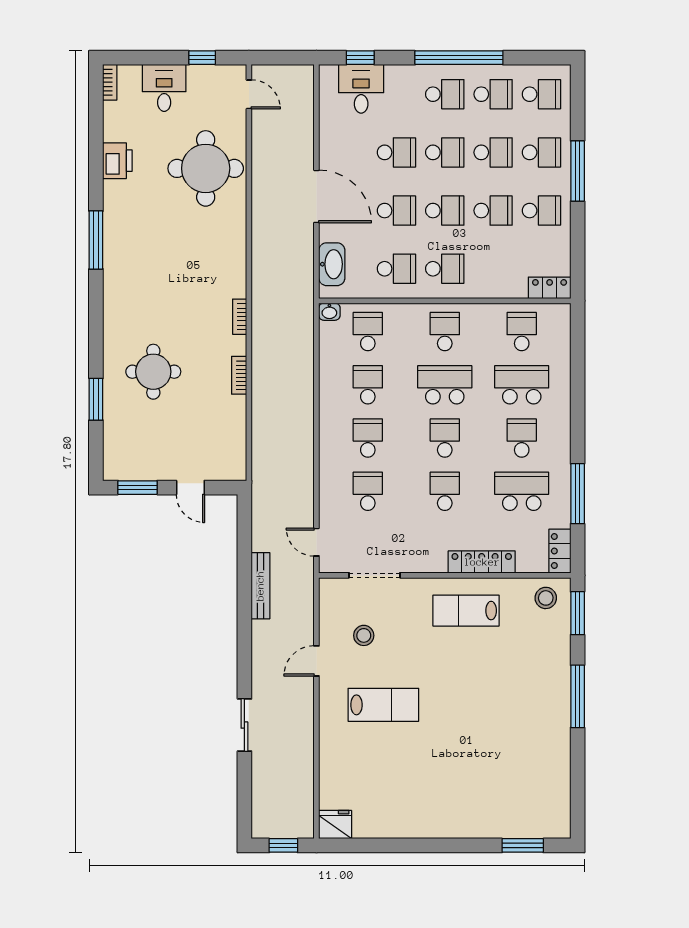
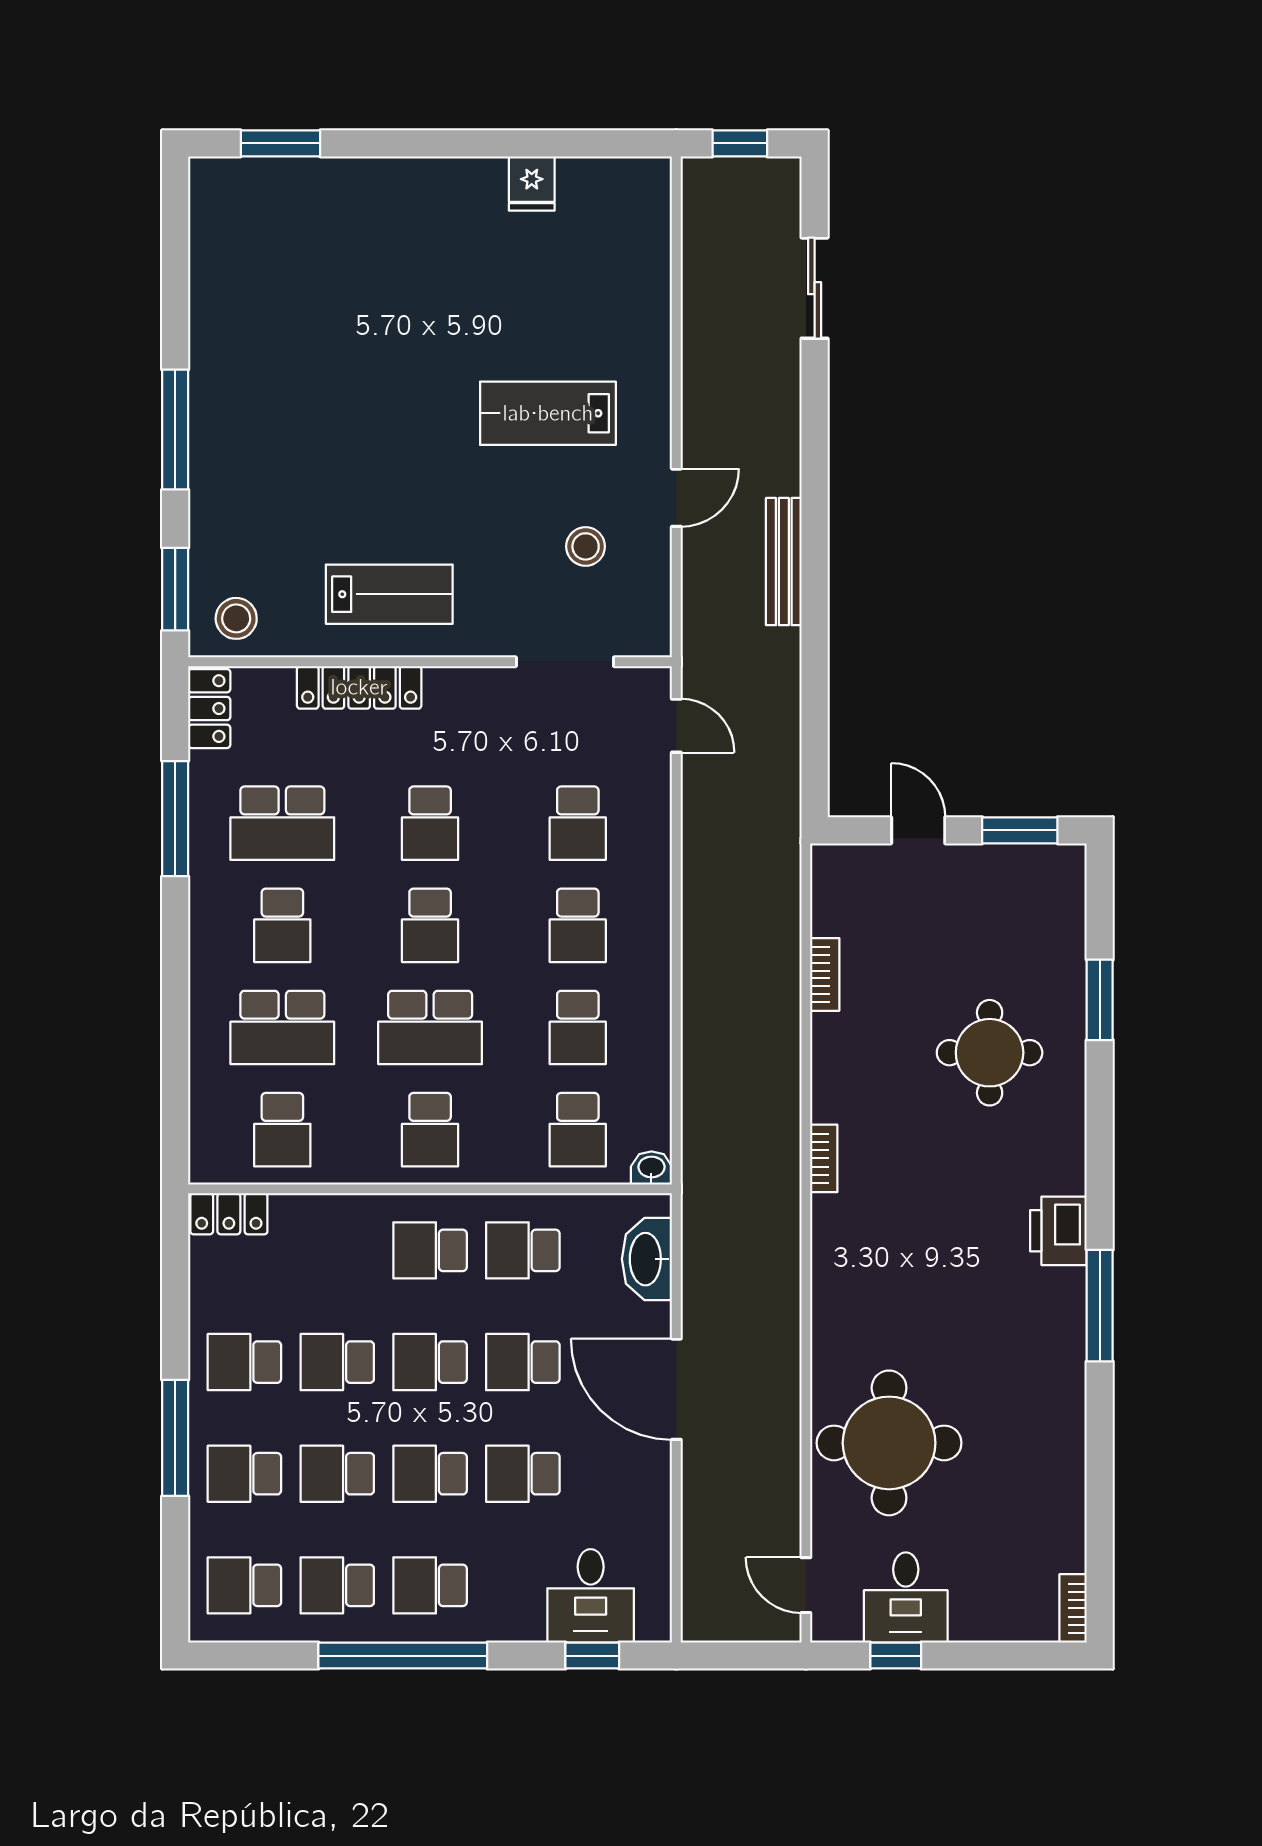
desk: (164, 88) -> (906, 1597), moved
printer: (117, 161) -> (1058, 1231), moved
bookcase: (239, 375) -> (825, 974), moved
bench: (260, 586) -> (784, 562), moved
sliding door: (244, 725) -> (815, 288), moved
fridge: (335, 825) -> (532, 183), moved, width x0.72

